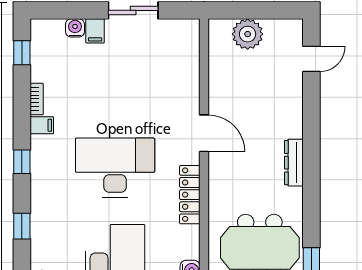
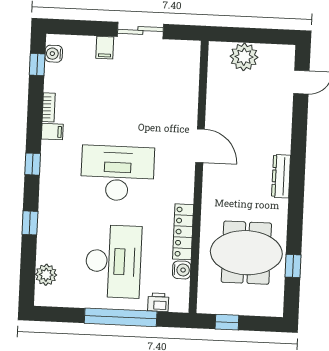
water cooler: (75, 28) -> (54, 54), moved, turned -90
locker: (190, 195) -> (183, 232), moved

